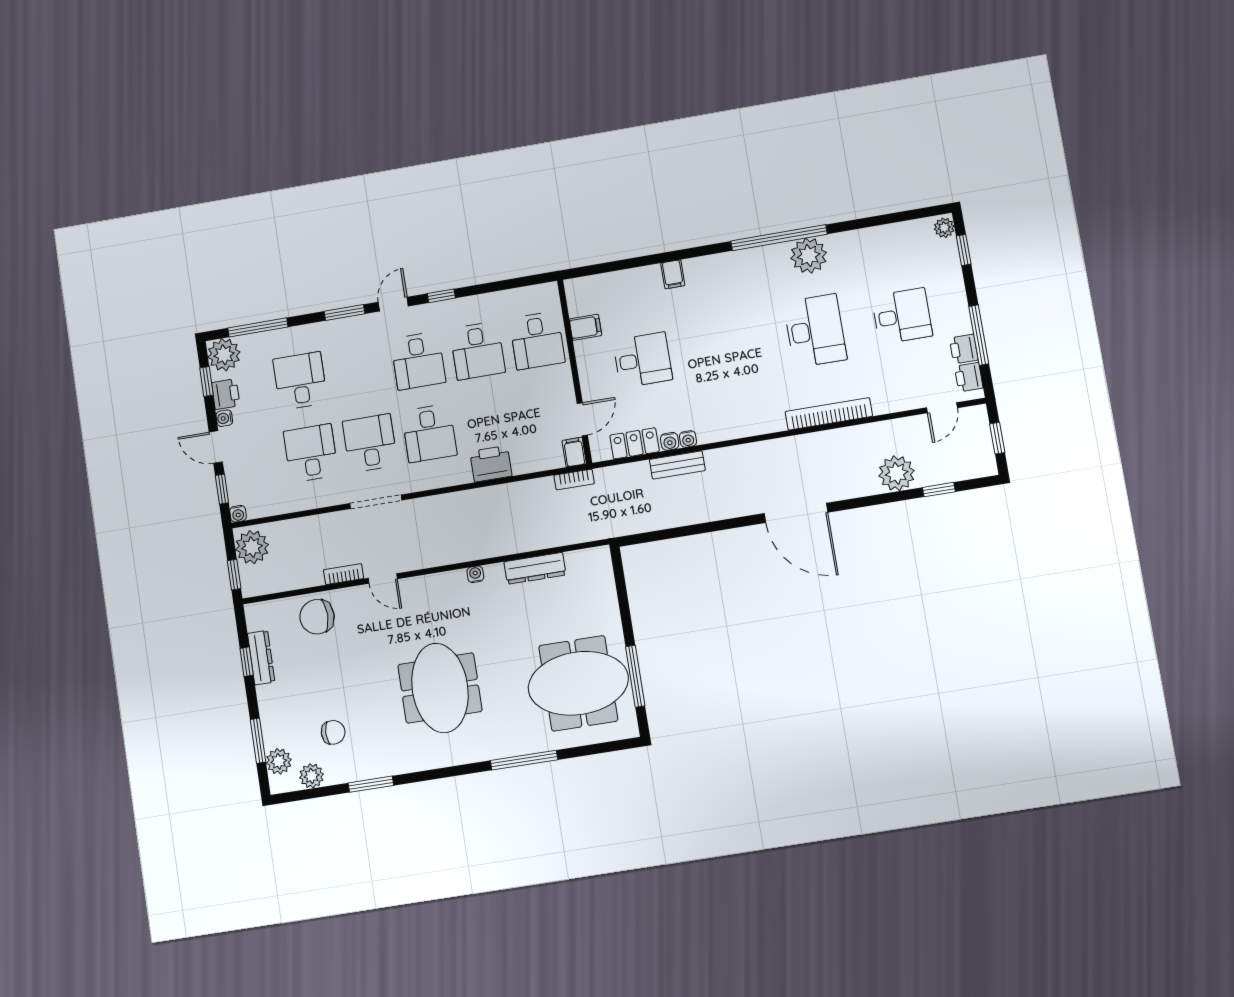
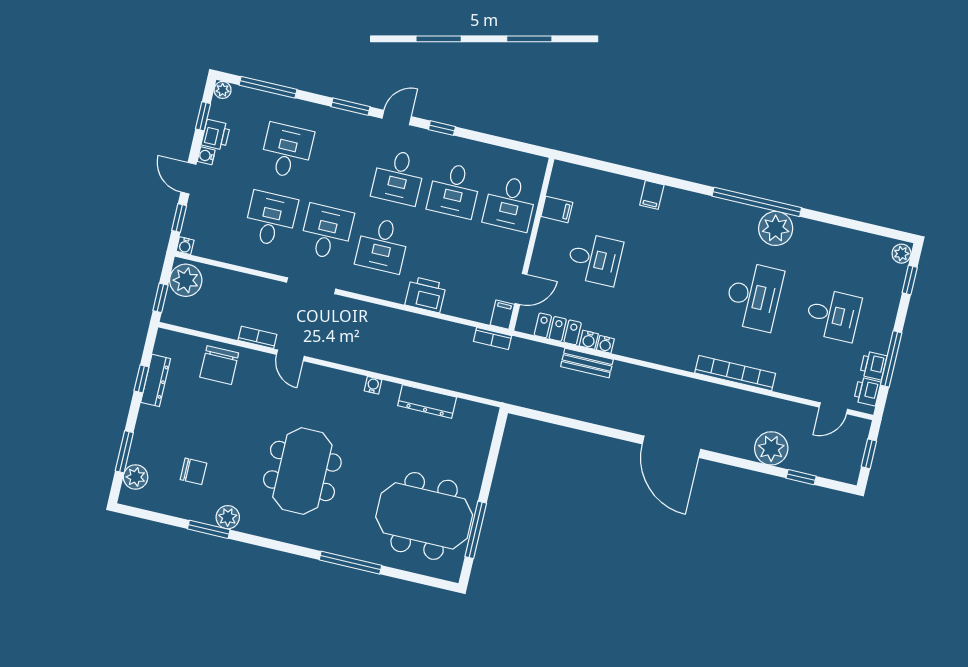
plant: (224, 355) -> (223, 90), width x0.53, depth x0.53
chair: (317, 617) -> (219, 365), turned -90
plant: (312, 776) -> (228, 517), moved

